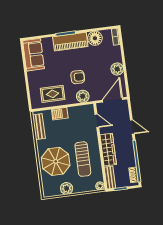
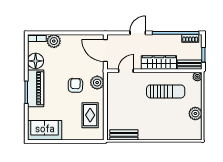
plant: (117, 69) -> (54, 41), moved
barbecue: (60, 114) -> (113, 110), removed
parasol: (56, 161) -> (164, 121), removed

